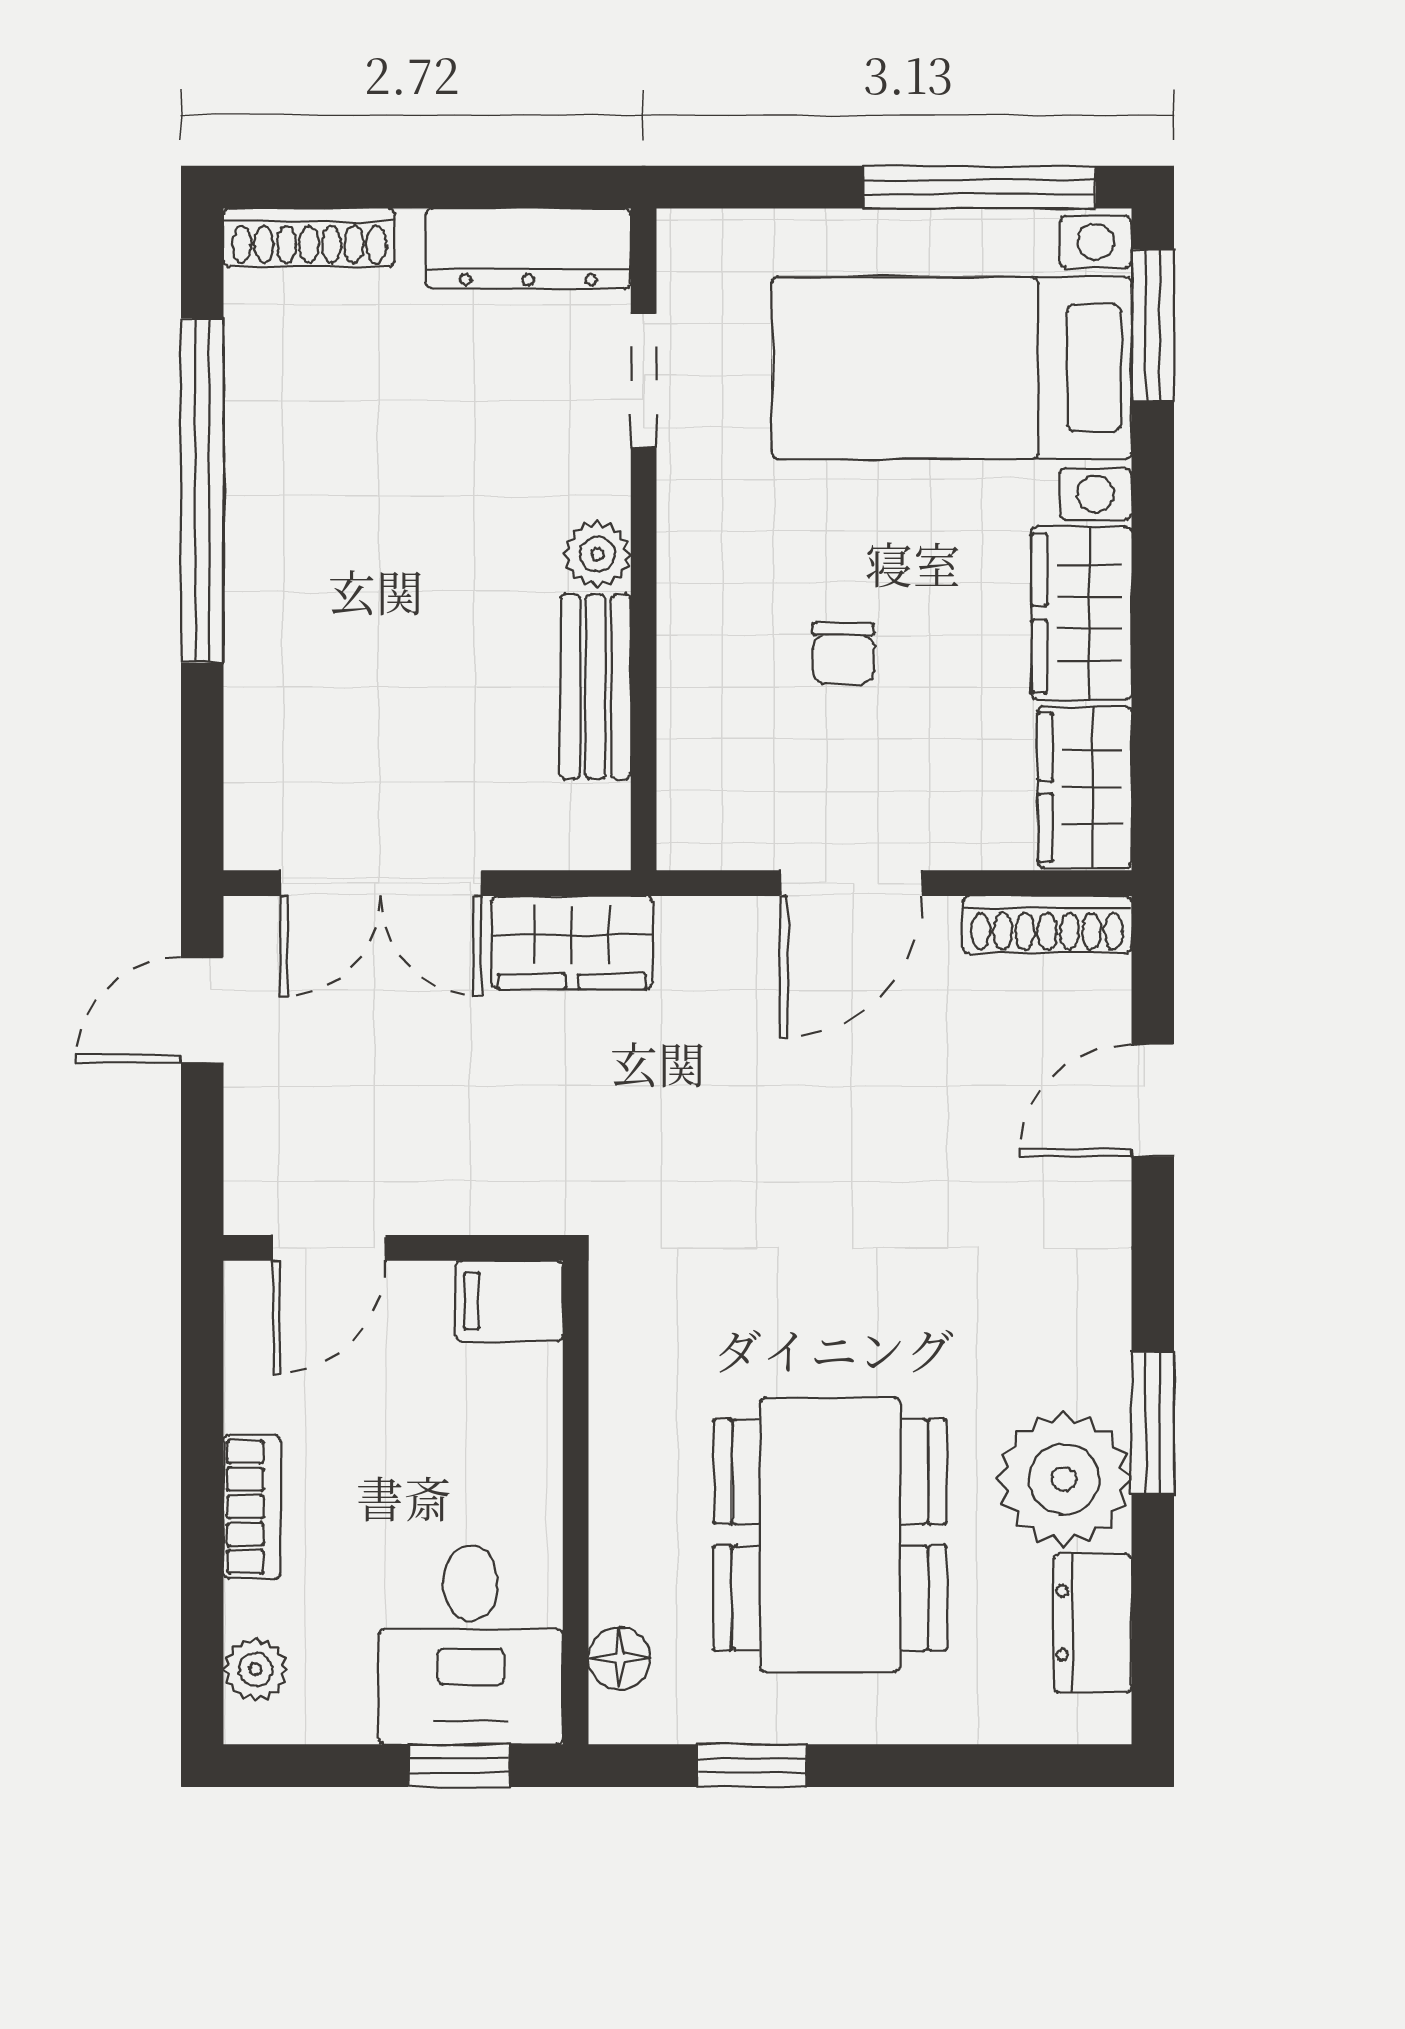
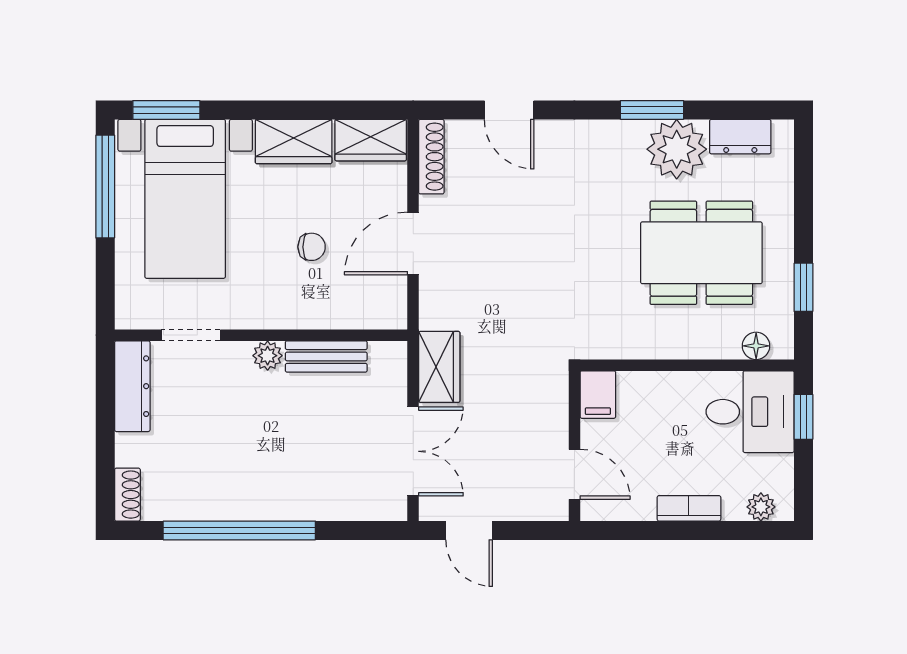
shoe rack: (309, 237) -> (127, 495), width x0.70
door: (851, 883) -> (413, 243), swing flipped

